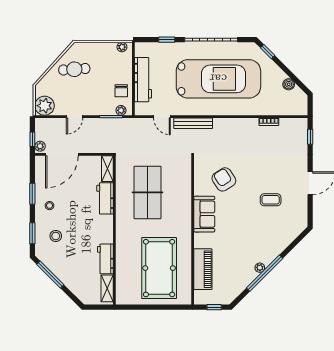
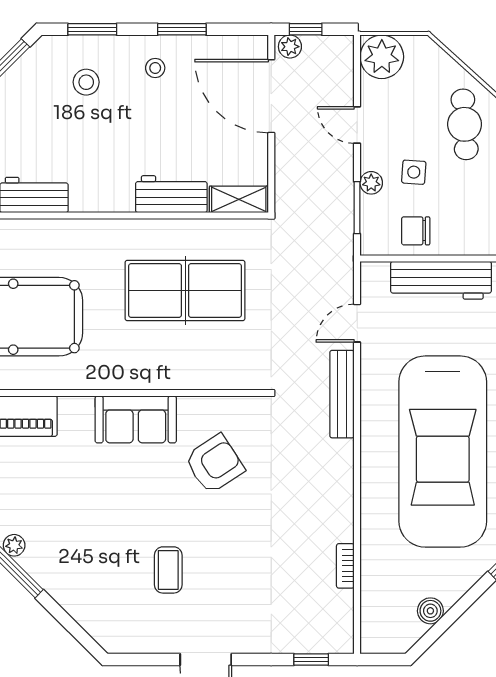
side table: (95, 92) -> (414, 172), added
plant: (121, 110) -> (371, 183), moved

